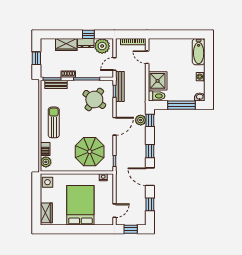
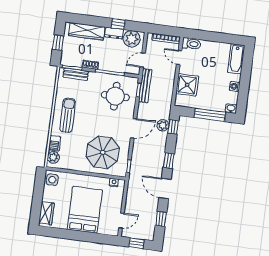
wardrobe: (66, 45) -> (87, 31), width x1.50
toilet: (157, 96) -> (191, 44), moved
round table: (94, 100) -> (115, 96), turned -36

